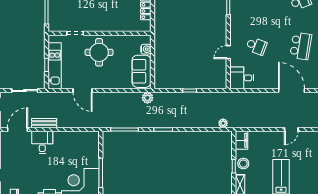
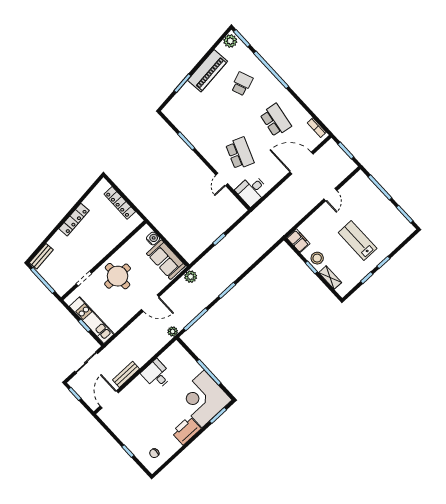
school desk: (256, 46) -> (240, 153), width x1.85
door: (82, 91) -> (150, 303), moved
plant: (223, 123) -> (173, 331), moved
desk: (42, 142) -> (157, 375), moved

